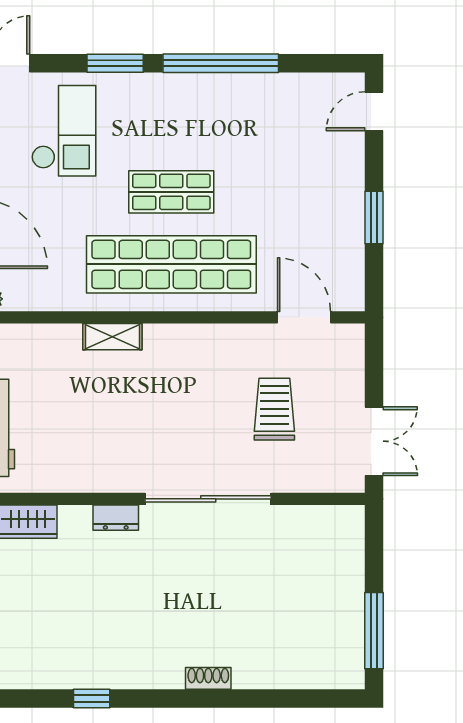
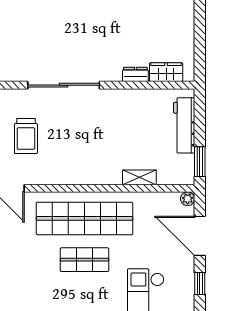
shelving: (112, 337) -> (139, 177), moved
dresser: (116, 518) -> (135, 74), moved

